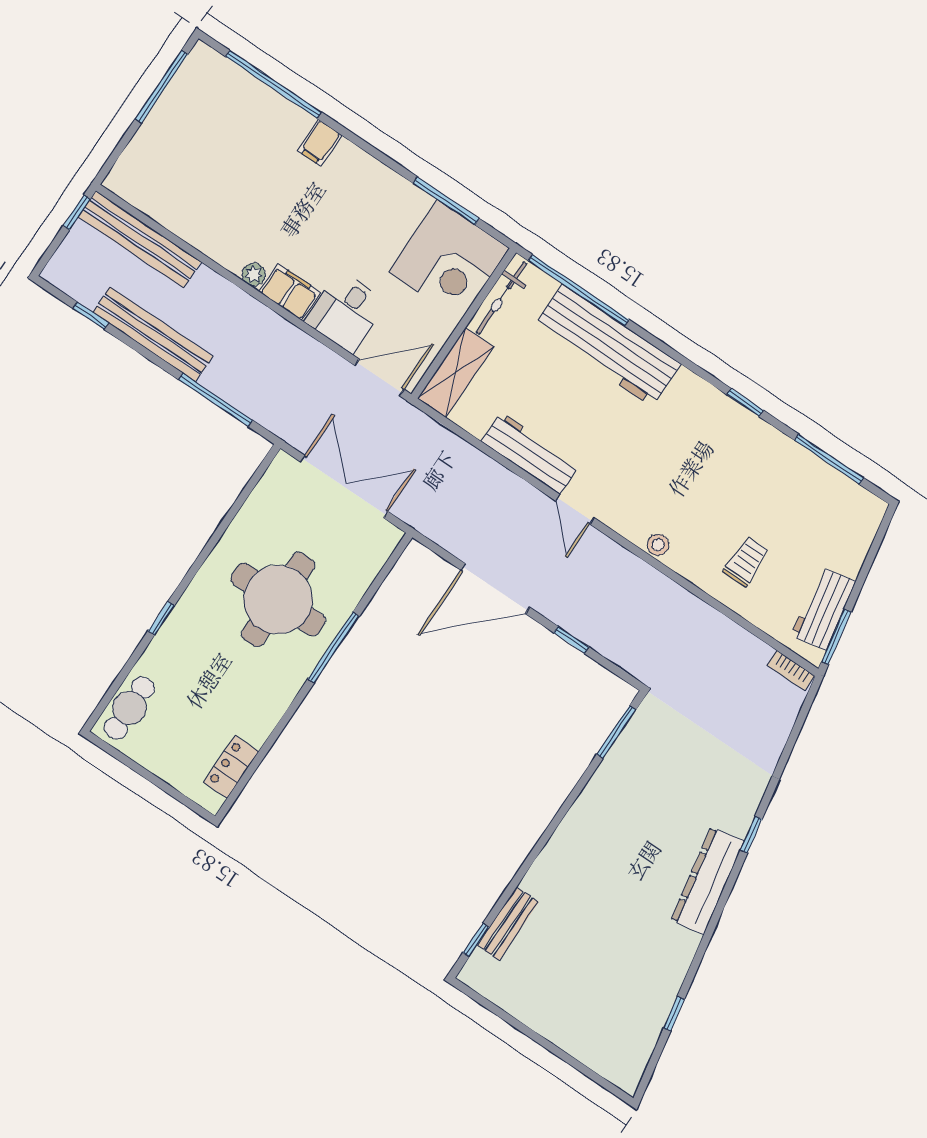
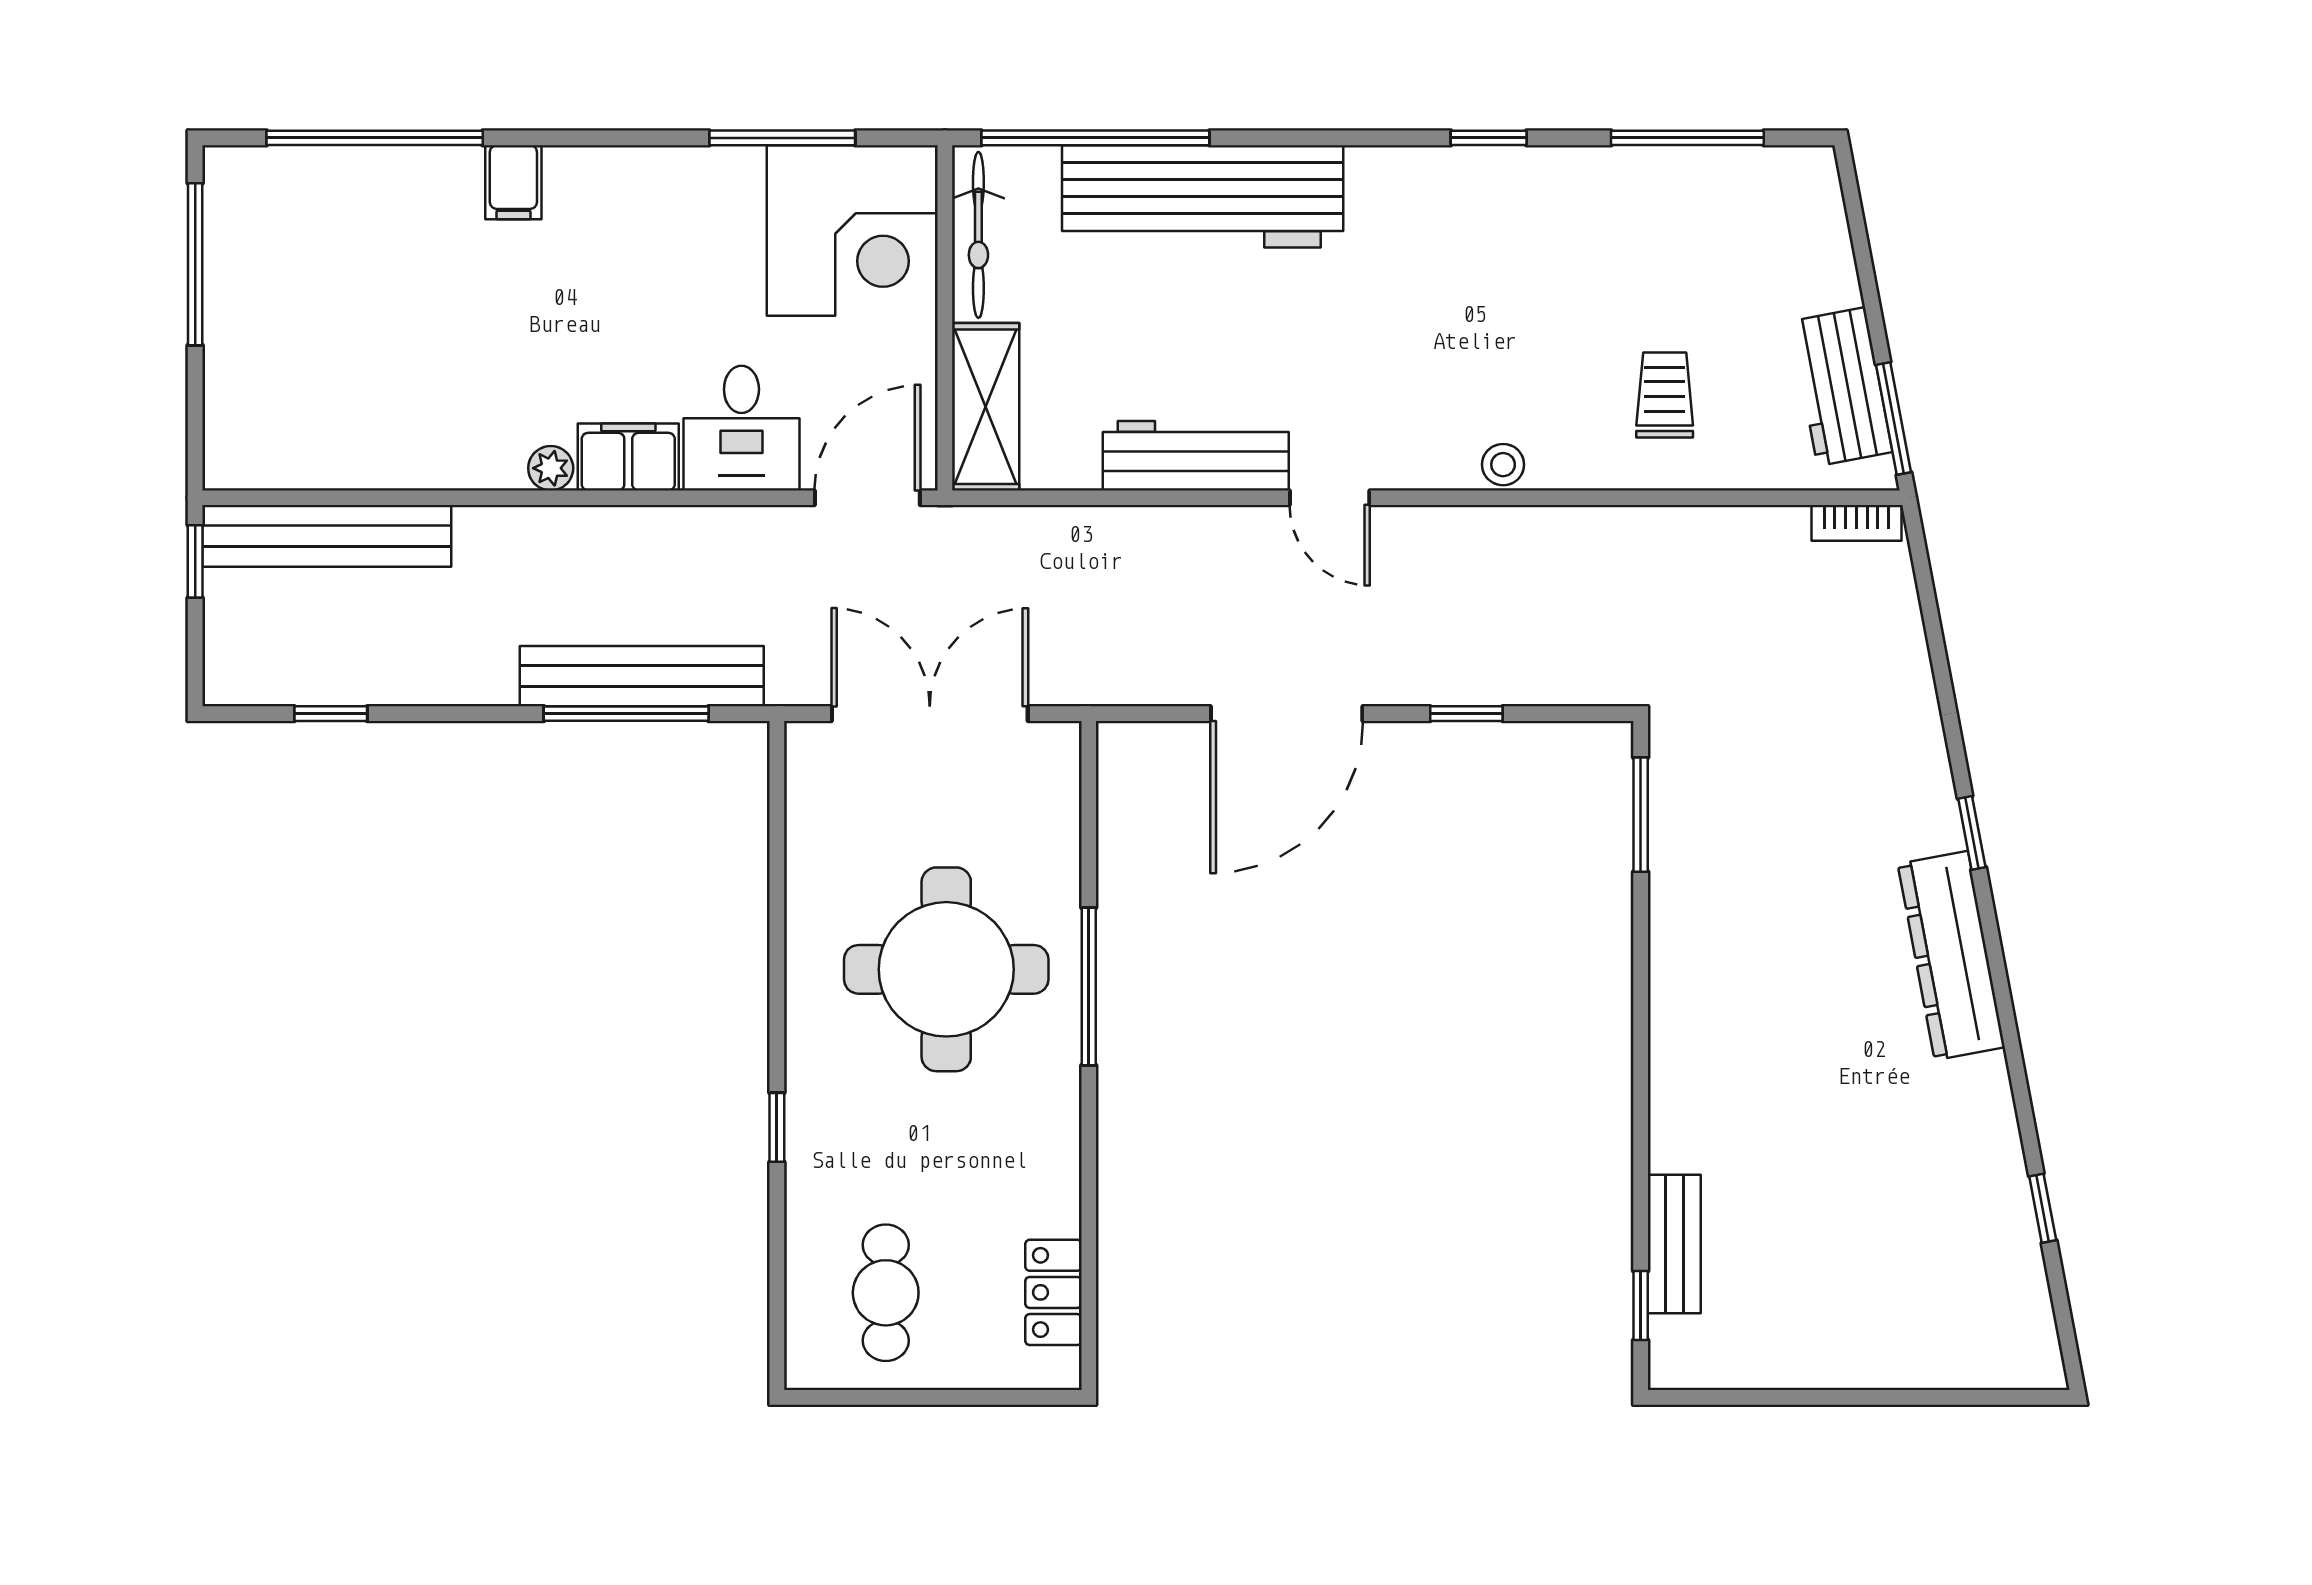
bench: (153, 334) -> (642, 676), moved
cafe table: (129, 708) -> (886, 1293), moved

